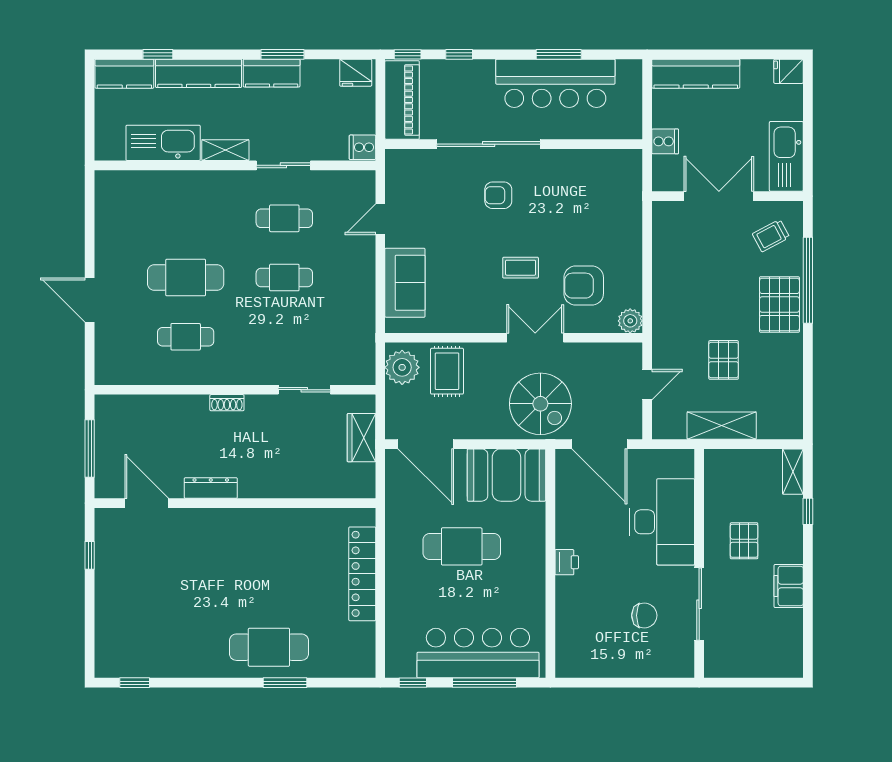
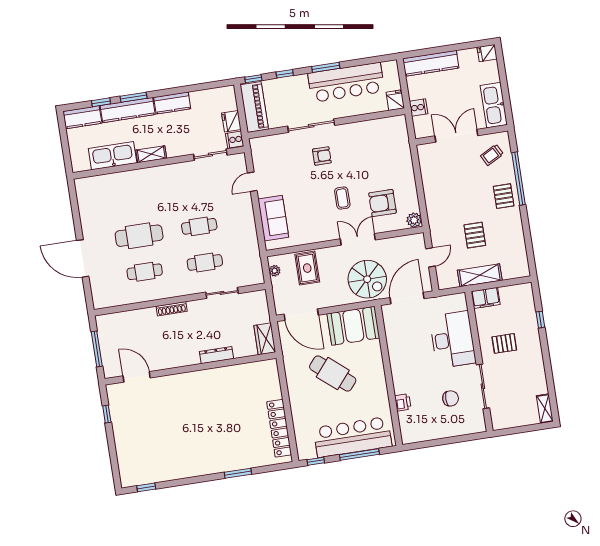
window: (283, 54) -> (134, 97), moved
window: (559, 54) -> (326, 67), moved
fridge: (356, 73) -> (231, 121), moved, turned 90
fridge: (630, 124) -> (395, 100), added
sliding door: (489, 144) -> (311, 126), width x0.73
sliding door: (283, 165) -> (210, 155), moved
armchair: (498, 195) -> (322, 156), turned 180
cafe table: (284, 218) -> (205, 262), moved
coffee table: (521, 268) -> (342, 198), turned 90
door: (90, 300) -> (83, 258), width x1.36
pallet: (779, 304) -> (504, 196), width x0.67, depth x0.71
plant: (402, 367) -> (275, 271), width x0.53, depth x0.53
shoe rack: (227, 403) -> (172, 309), width x1.43
wardrobe: (361, 438) -> (265, 339), moved
door: (599, 444) -> (407, 298), swing flipped
shelving: (793, 472) -> (545, 409), moved
dresser: (211, 488) -> (216, 355), moved
pallet: (744, 541) -> (504, 343), turned 90
cafe table: (462, 546) -> (333, 374), turned 40
printer: (567, 562) -> (403, 402), moved
locker: (362, 574) -> (279, 428), moved
filing cabinet: (789, 586) -> (486, 298), moved, turned -90
cafe table: (269, 647) -> (225, 453), removed

